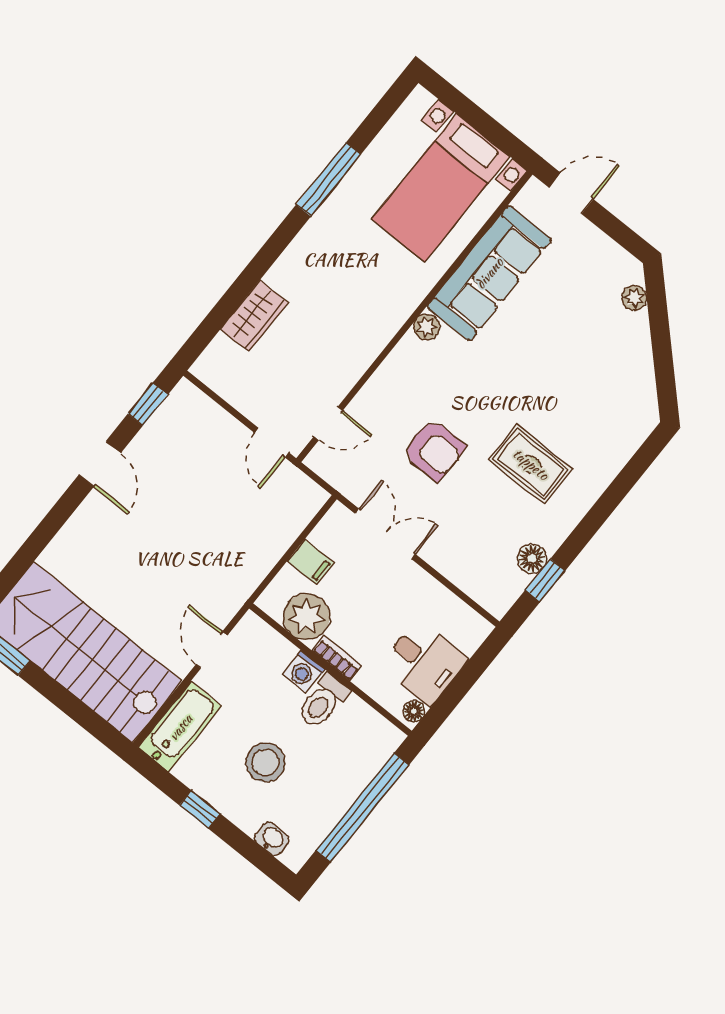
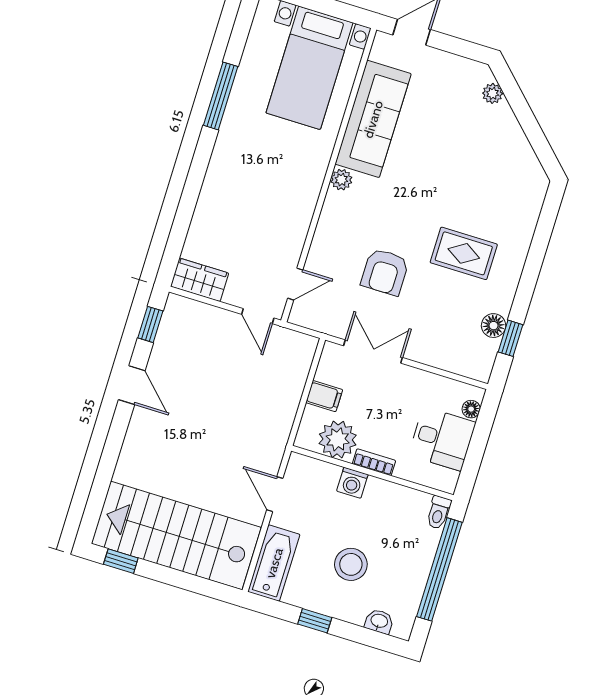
wardrobe: (254, 316) -> (200, 280), moved, turned -90
armchair: (434, 450) -> (385, 272), turned 90
toilet: (323, 701) -> (438, 512), moved, width x0.73, depth x0.72
floor lamp: (414, 711) -> (471, 409), moved

